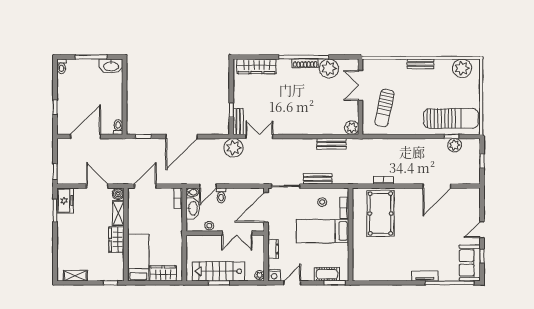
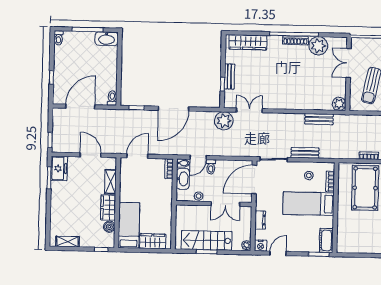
bench: (238, 122) -> (229, 76), moved
boiler: (118, 194) -> (109, 227), moved
cot: (327, 274) -> (326, 240), moved, turned 90

